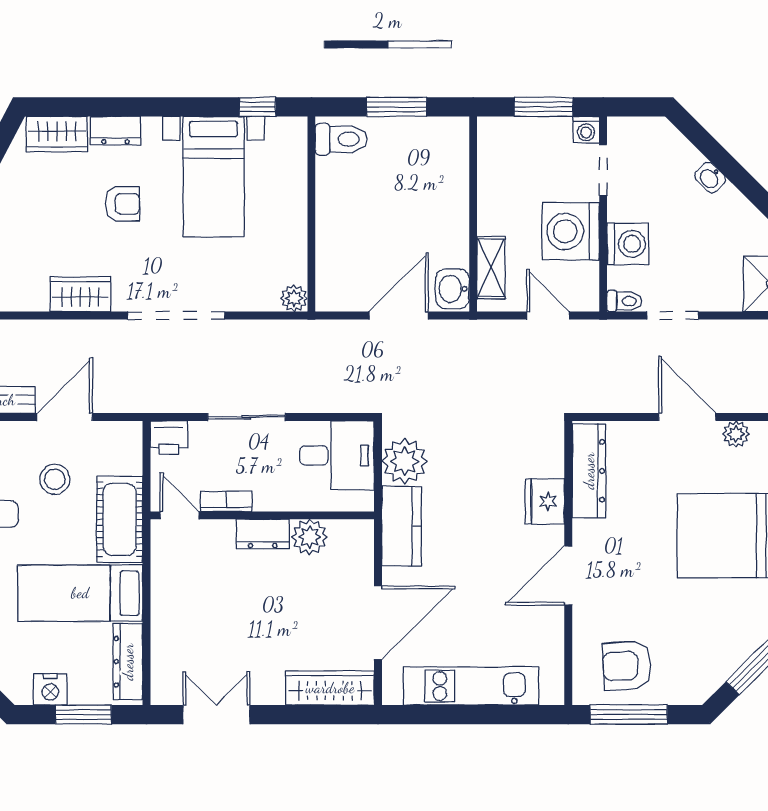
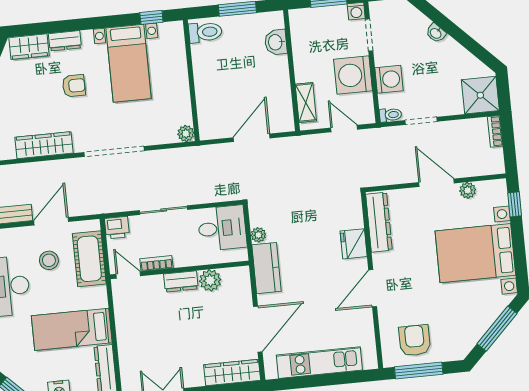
washbasin: (453, 289) -> (276, 42), moved
wardrobe: (80, 294) -> (44, 145), width x1.50
plant: (405, 461) -> (258, 235), width x0.53, depth x0.53
cot: (120, 519) -> (89, 259), moved
armchair: (627, 666) -> (415, 340), turned 93

